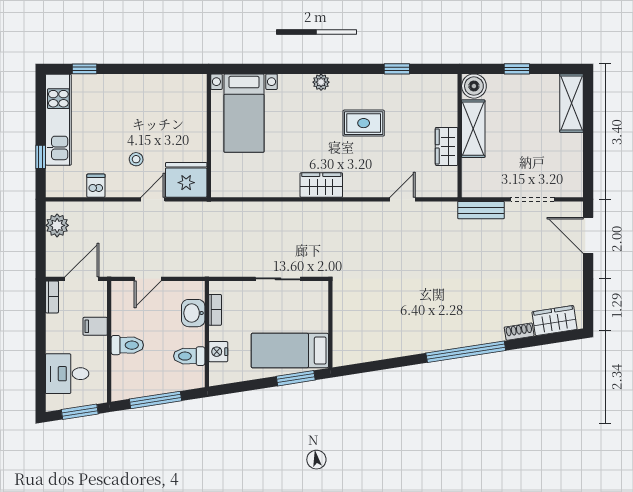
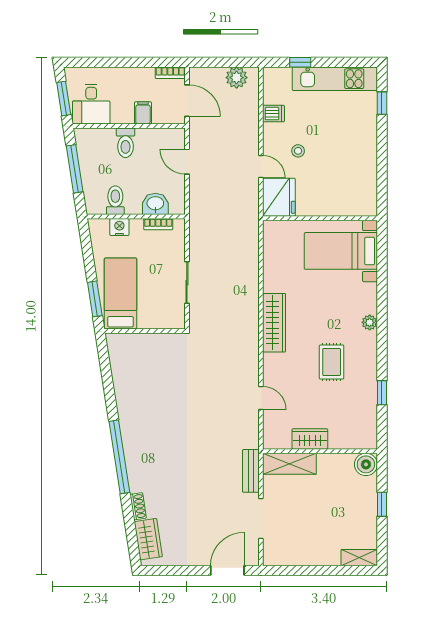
shelving: (571, 103) -> (359, 558), width x0.67, depth x0.75
shelving: (473, 129) -> (289, 464), moved
wardrobe: (321, 185) -> (274, 323), width x1.50
desk: (67, 374) -> (91, 104), moved, turned 180

